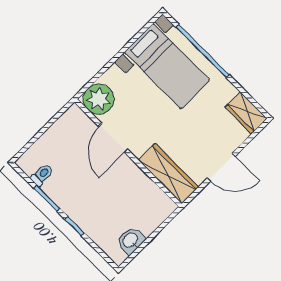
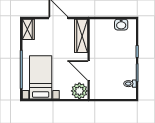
door: (113, 138) -> (89, 70), swing flipped

